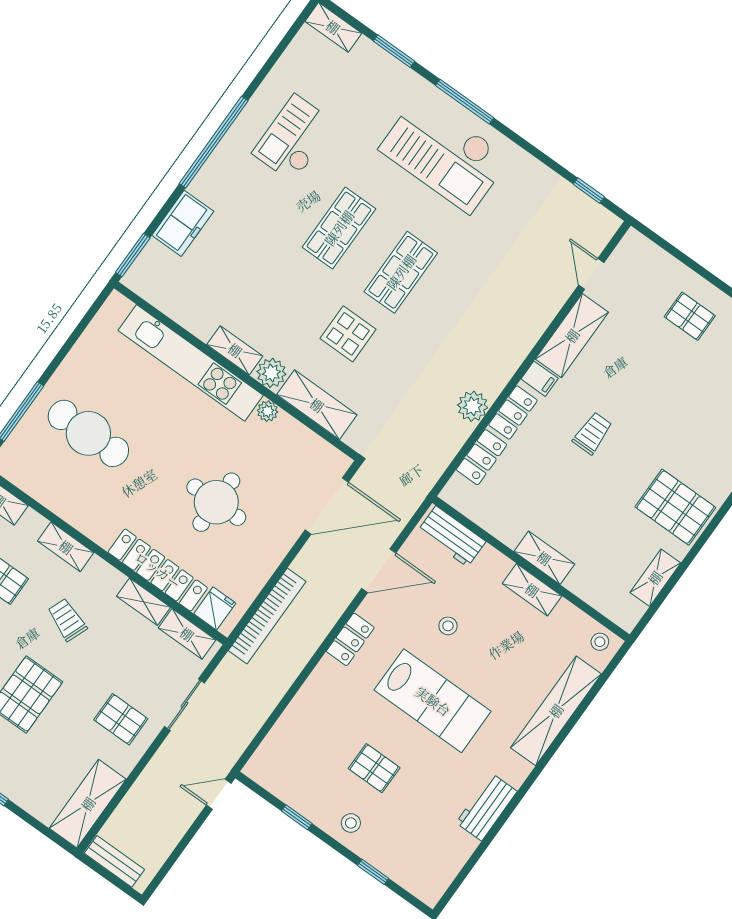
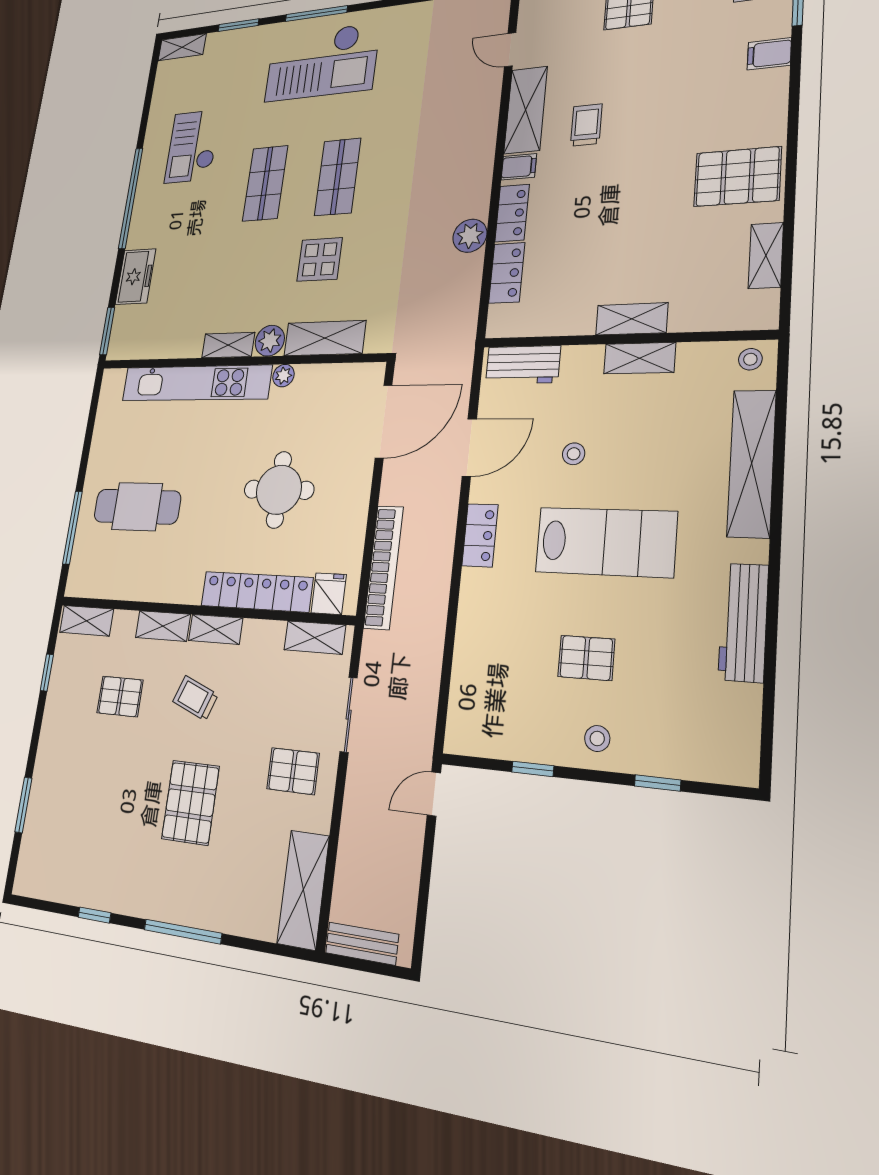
trolley: (593, 433) -> (586, 125), moved
shelving: (143, 602) -> (216, 629), moved
workbench: (487, 807) -> (743, 622), width x1.38

